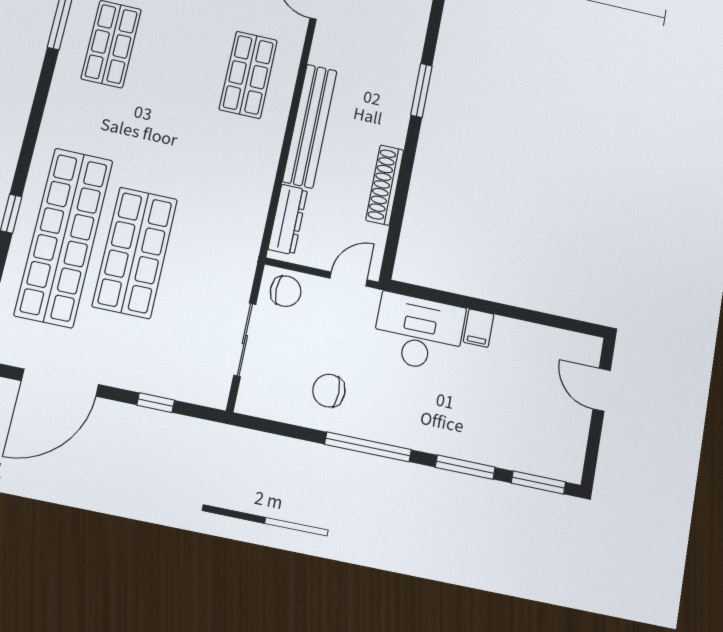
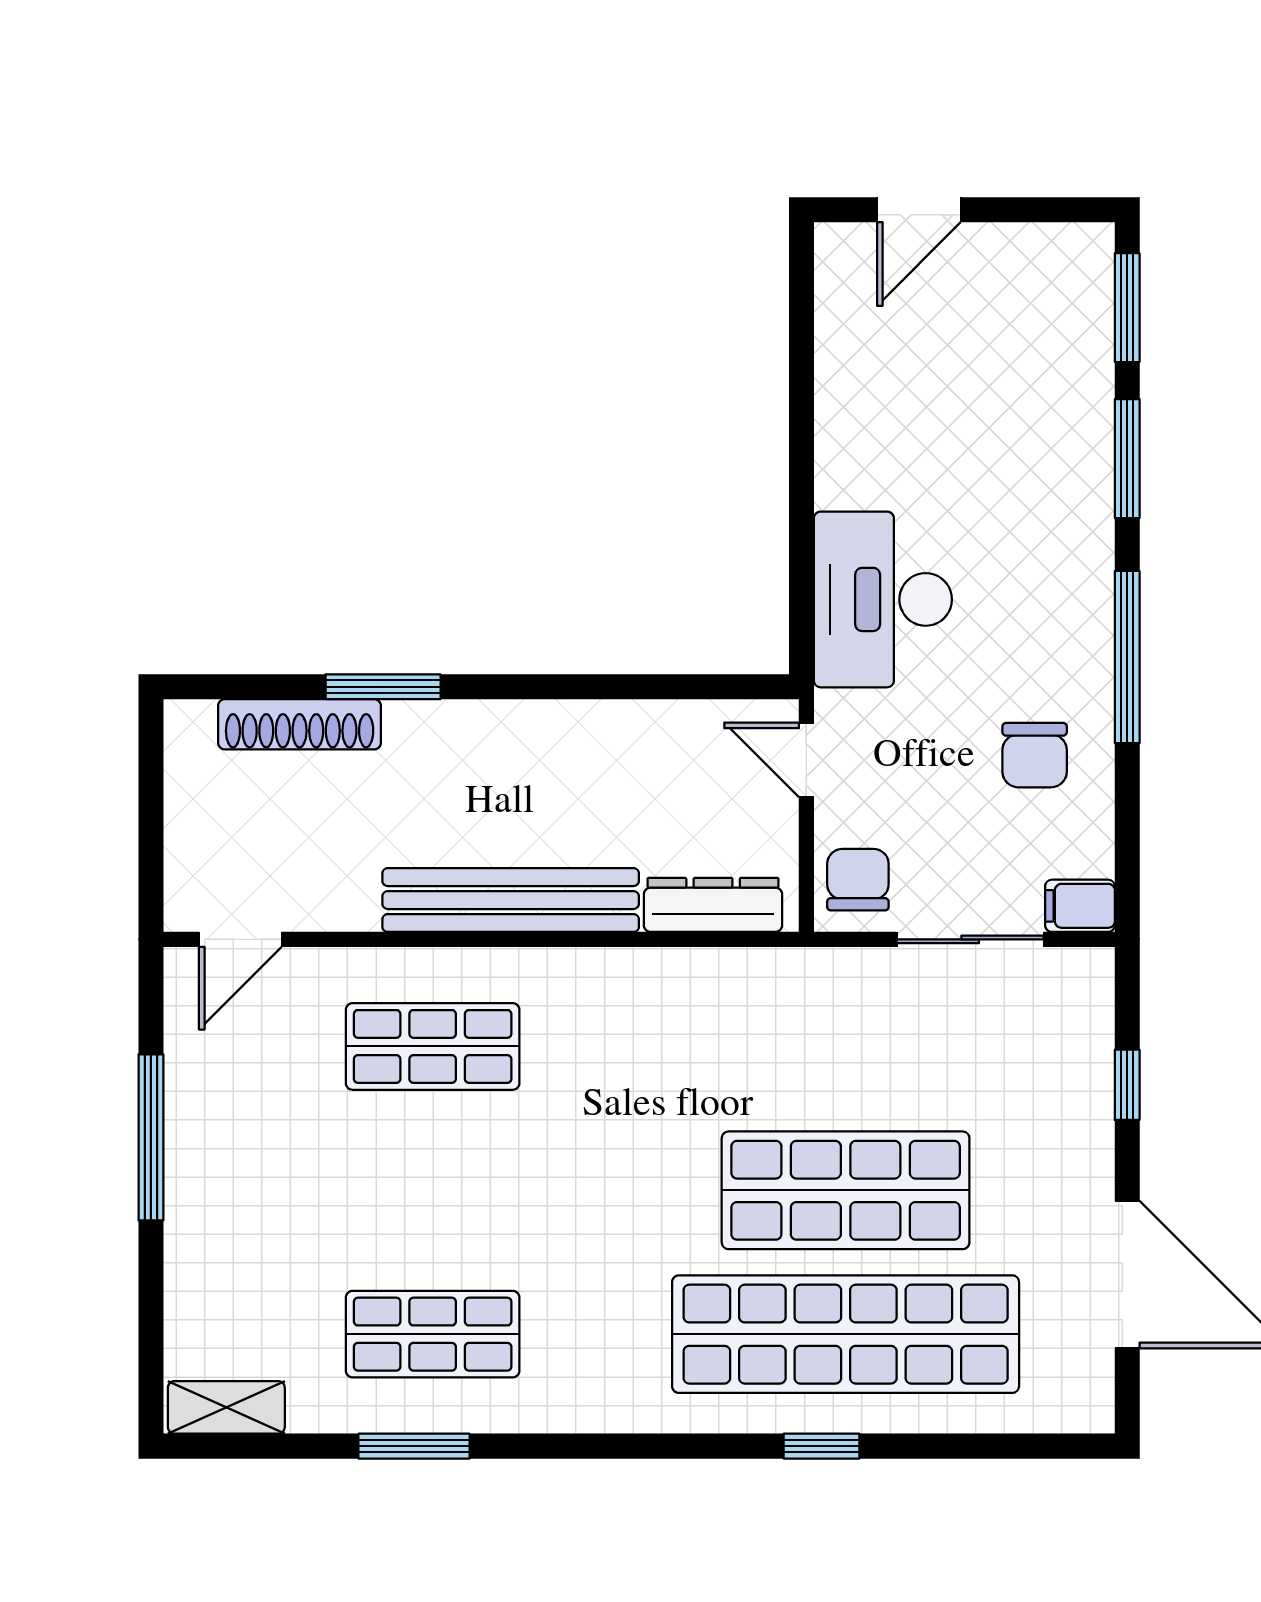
shoe rack: (385, 185) -> (300, 724), moved
filing cabinet: (479, 328) -> (1080, 906), moved, turned 180

